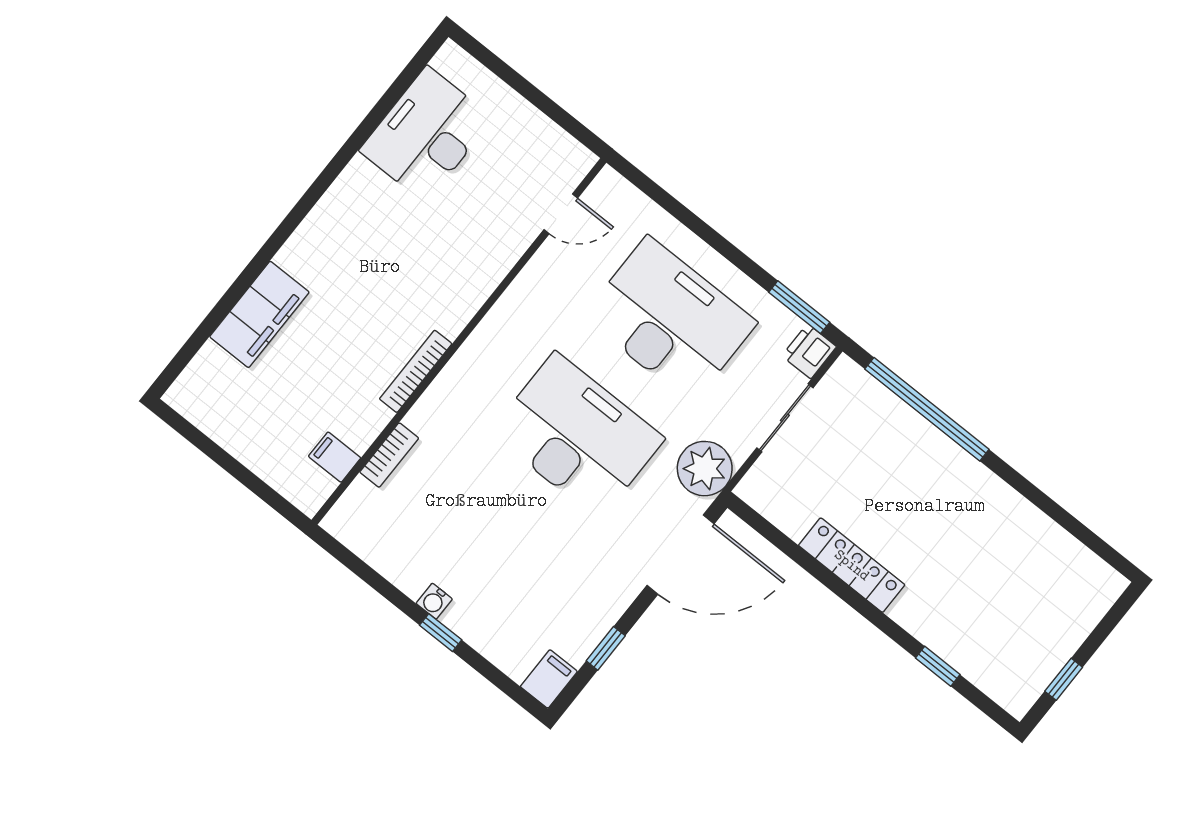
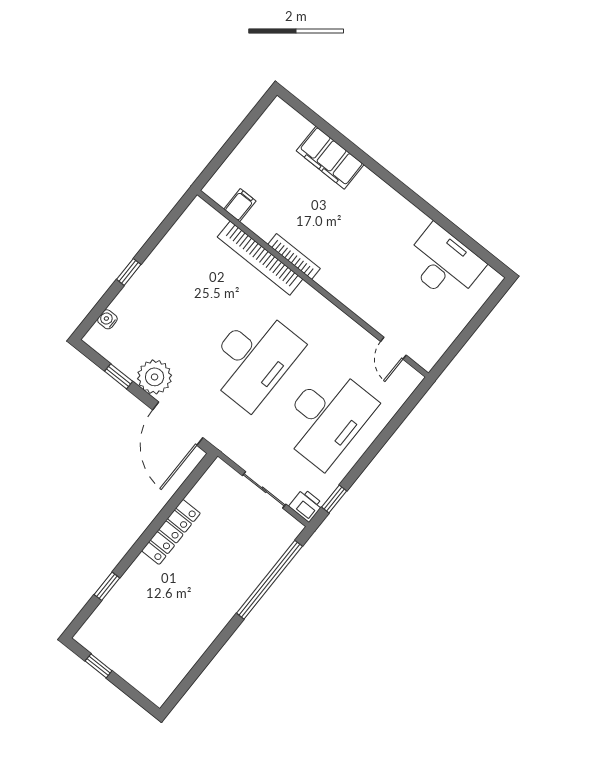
window: (799, 307) -> (334, 499), width x0.67
bookcase: (389, 455) -> (260, 258), width x2.31, depth x1.31
plant: (705, 469) -> (155, 377), moved
water cooler: (434, 601) -> (107, 319), moved
filing cabinet: (549, 679) -> (99, 340), removed

